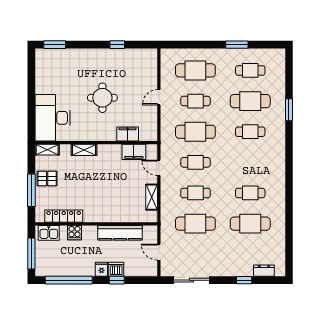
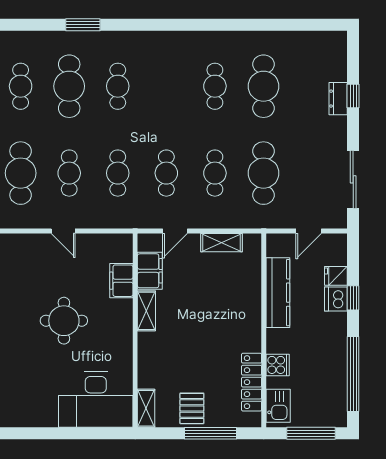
cafe table: (195, 132) -> (118, 173), width x0.73, depth x0.74
shelving: (84, 150) -> (146, 311), moved
fridge: (101, 269) -> (336, 276), moved
dresser: (264, 271) -> (338, 99), moved

